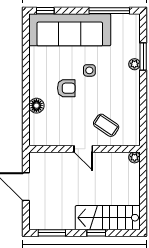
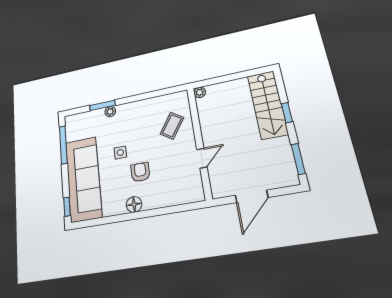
floor lamp: (36, 106) -> (134, 204), moved
door: (83, 149) -> (202, 158), moved

